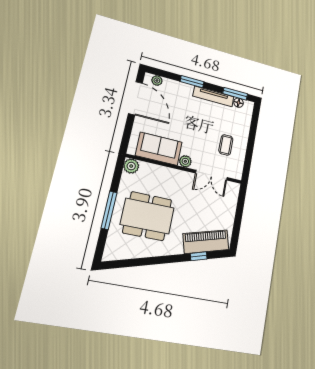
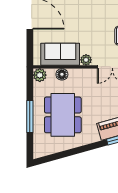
floor lamp: (156, 171) -> (62, 74), added
dining table: (147, 216) -> (63, 115), turned 90

